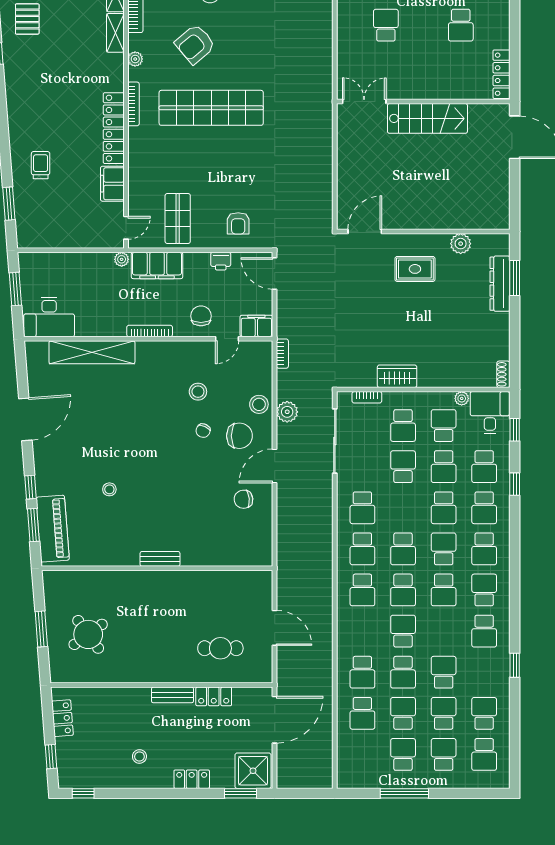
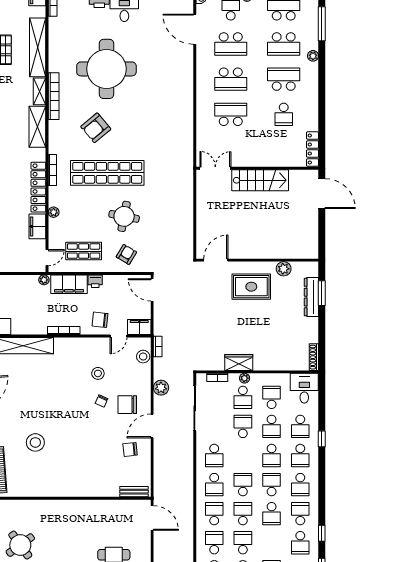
school desk: (386, 25) -> (231, 114), width x1.85
shelving: (115, 33) -> (37, 127), width x1.50, depth x1.33
plant: (135, 59) -> (54, 212), moved
round table: (235, 169) -> (124, 216), added
shop shelf: (178, 219) -> (84, 251), turned 90
armchair: (238, 223) -> (126, 254), turned -149
printer: (221, 261) -> (95, 281), moved
rug: (415, 269) -> (251, 287), width x1.36, depth x1.43
chair: (201, 316) -> (100, 320), turned -84
shoe rack: (503, 374) -> (314, 357), width x1.43
plant: (462, 398) -> (245, 378), moved
stool: (259, 404) -> (143, 357), moved
window: (515, 430) -> (322, 533), moved
chair: (239, 436) -> (127, 405), turned 180
stool: (109, 489) -> (35, 442), width x1.89, depth x1.89
school desk: (403, 549) -> (243, 485), turned 180
bench: (160, 559) -> (134, 492), moved
school desk: (362, 590) -> (214, 514), turned 180
school desk: (403, 590) -> (243, 514), turned 180
door: (275, 628) -> (152, 518), moved
school desk: (362, 631) -> (214, 543), added

